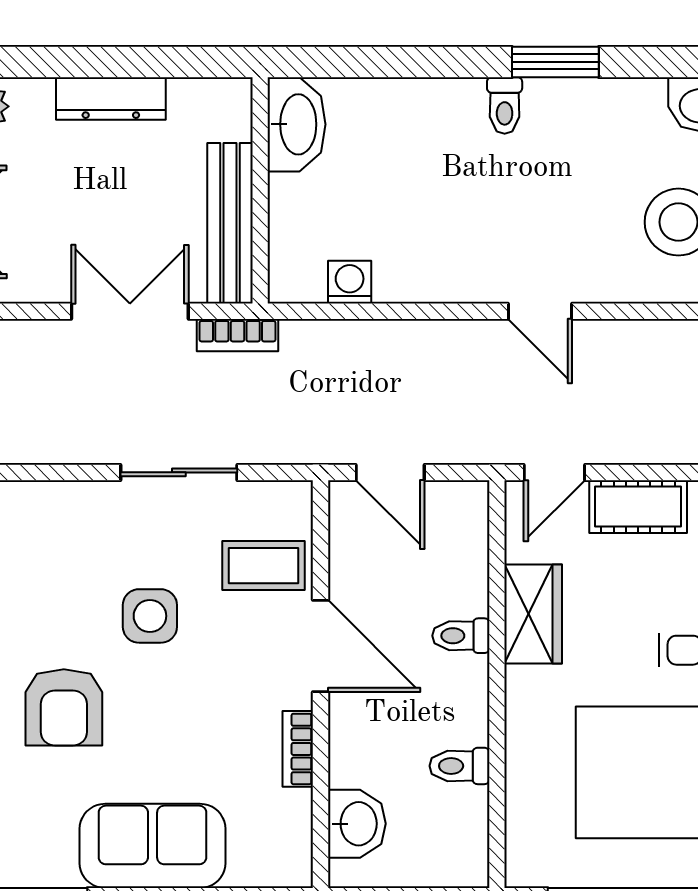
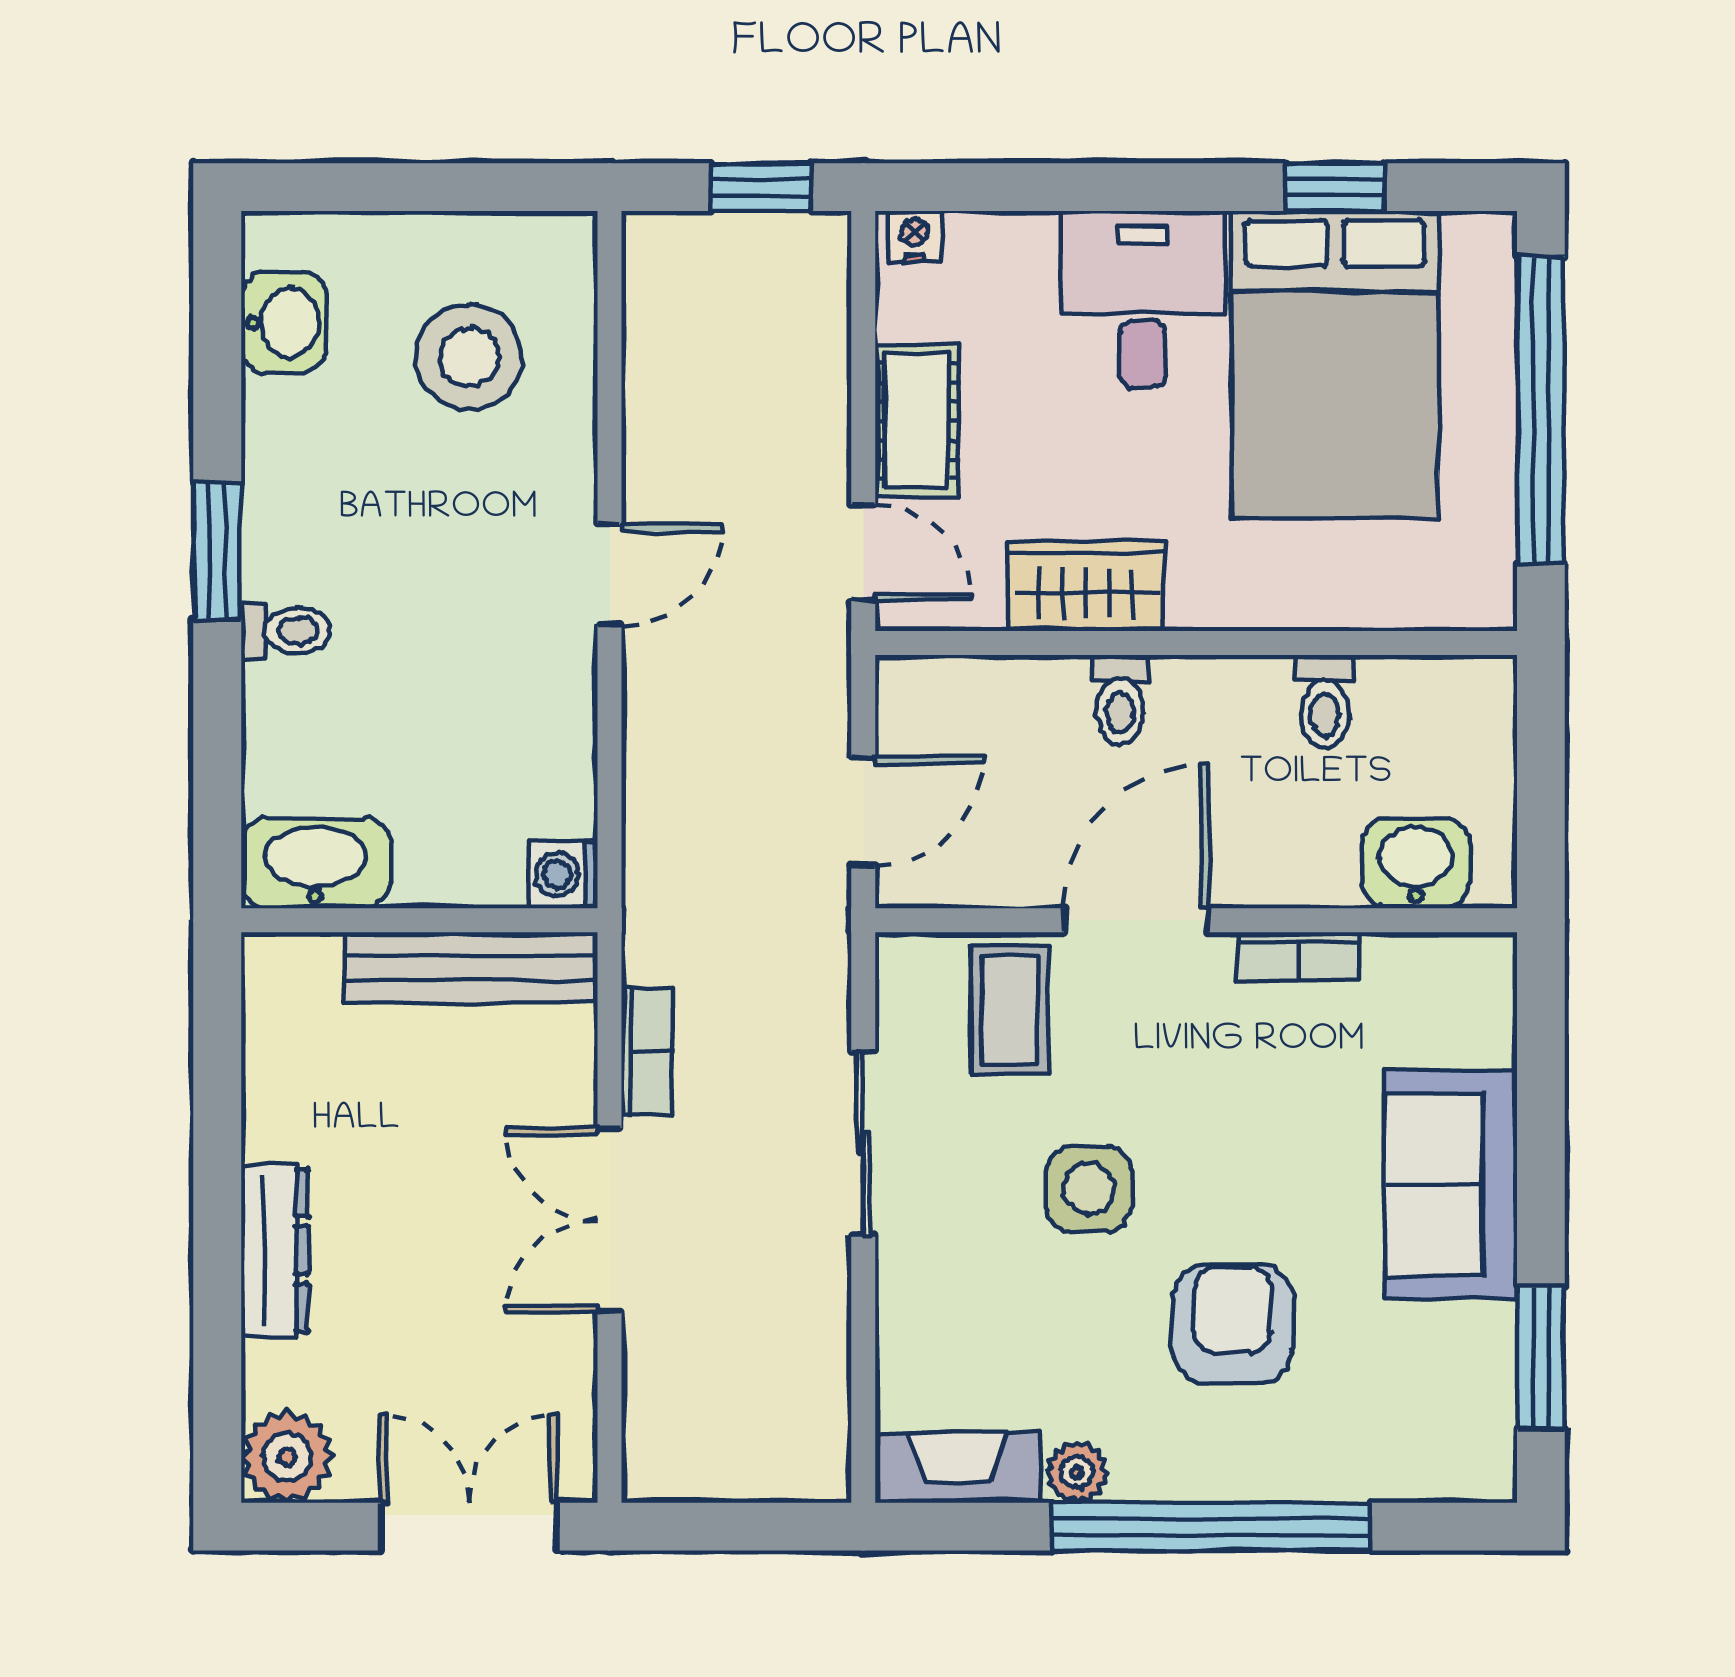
washbasin: (297, 124) -> (315, 863), moved
wall: (260, 190) -> (419, 920), moved
bench: (230, 223) -> (471, 968), moved
armchair: (64, 707) -> (1233, 1324), turned -90

